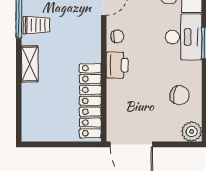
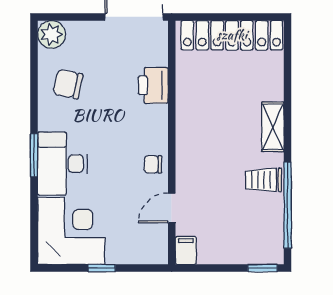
printer: (117, 65) -> (153, 85), moved
locker: (90, 101) -> (232, 35), moved, turned 90

